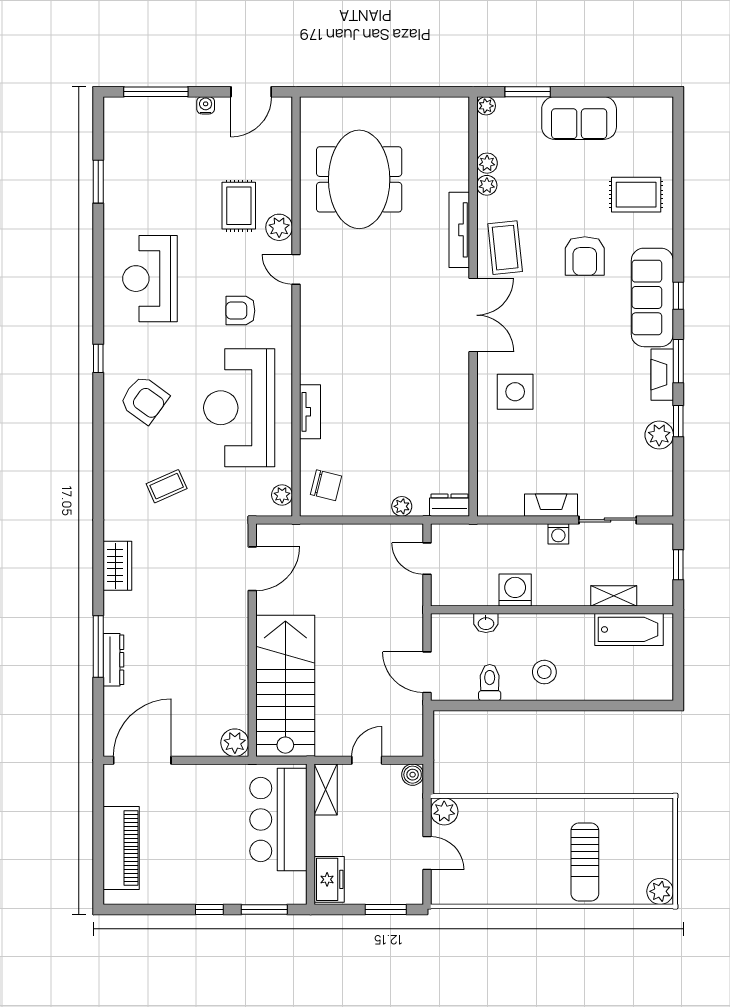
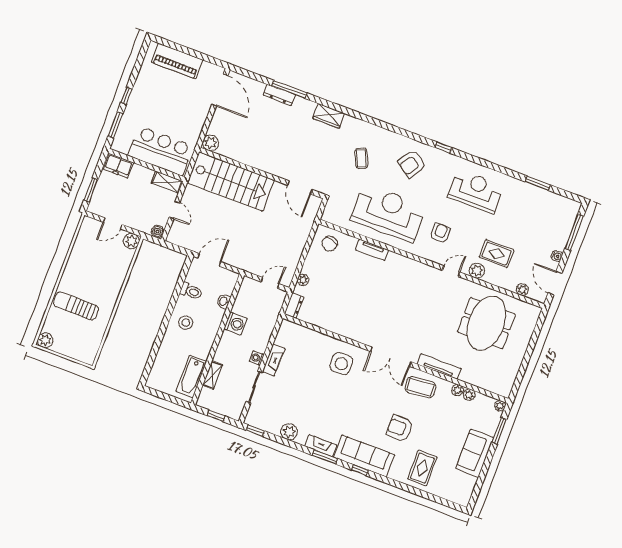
meeting table: (359, 179) -> (486, 323), turned 90
window: (678, 421) -> (255, 431), moved
plant: (282, 495) -> (522, 290), moved

